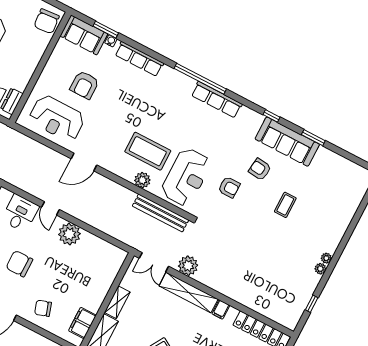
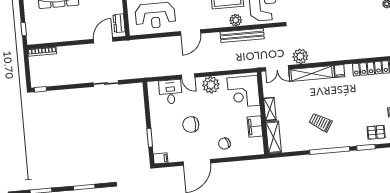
bench: (161, 213) -> (242, 35), moved
corner desk: (101, 264) -> (243, 92), added
filing cabinet: (82, 323) -> (255, 127), moved

